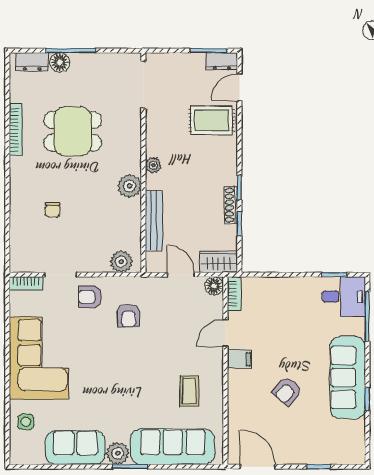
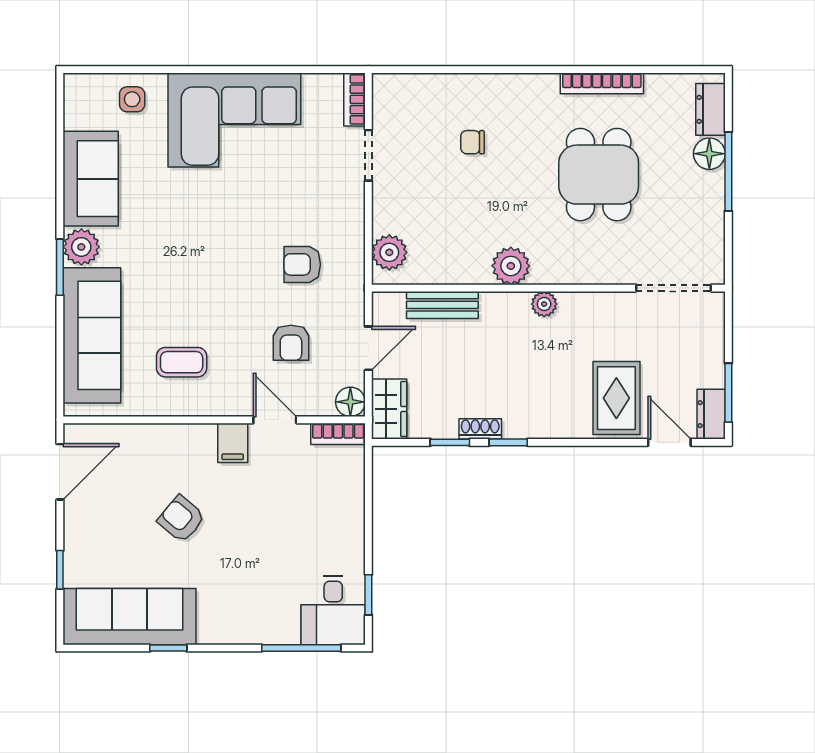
shoe rack: (231, 205) -> (480, 429), width x0.70
bench: (154, 221) -> (442, 305), width x0.73
armchair: (90, 297) -> (291, 343), moved, turned 180
sofa: (348, 378) -> (130, 617), moved

